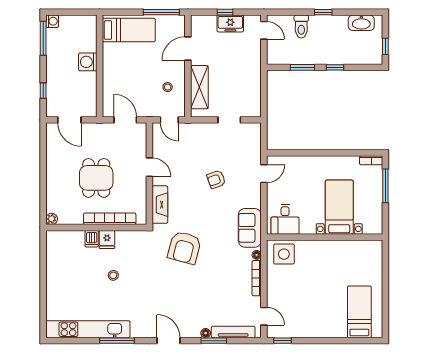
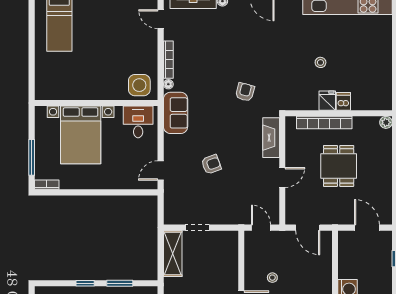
stool: (168, 87) -> (272, 278), moved
shelving: (199, 87) -> (173, 254), moved
door: (149, 167) -> (282, 177), swing flipped
bed with nightstands: (339, 207) -> (81, 135), width x1.36
armchair: (184, 248) -> (245, 92), width x0.53, depth x0.53

